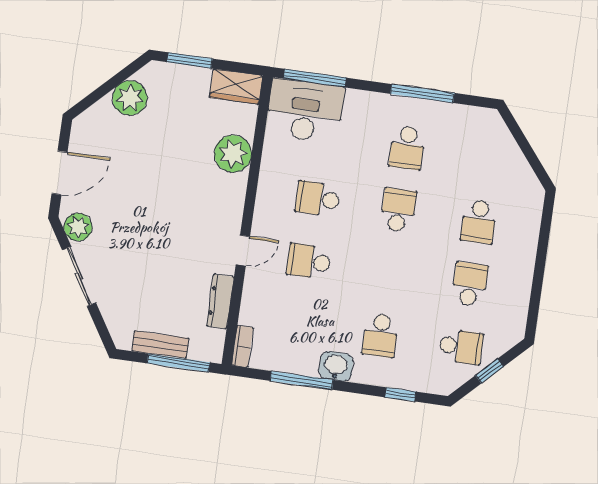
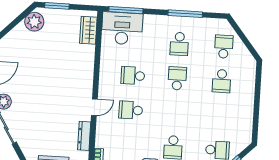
wardrobe: (236, 86) -> (88, 30), moved, turned 90
plant: (130, 98) -> (34, 22), moved
plant: (233, 154) -> (85, 55), removed
school desk: (470, 284) -> (224, 47), moved

